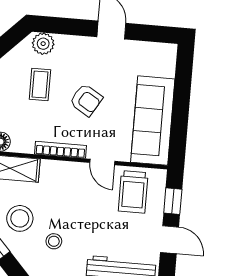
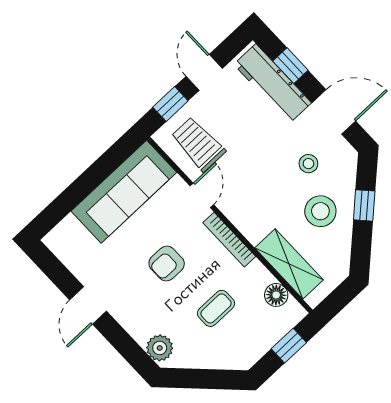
coffee table: (40, 85) -> (216, 308), moved
armchair: (86, 100) -> (167, 264), turned -121
trolley: (133, 192) -> (198, 144), turned -90

